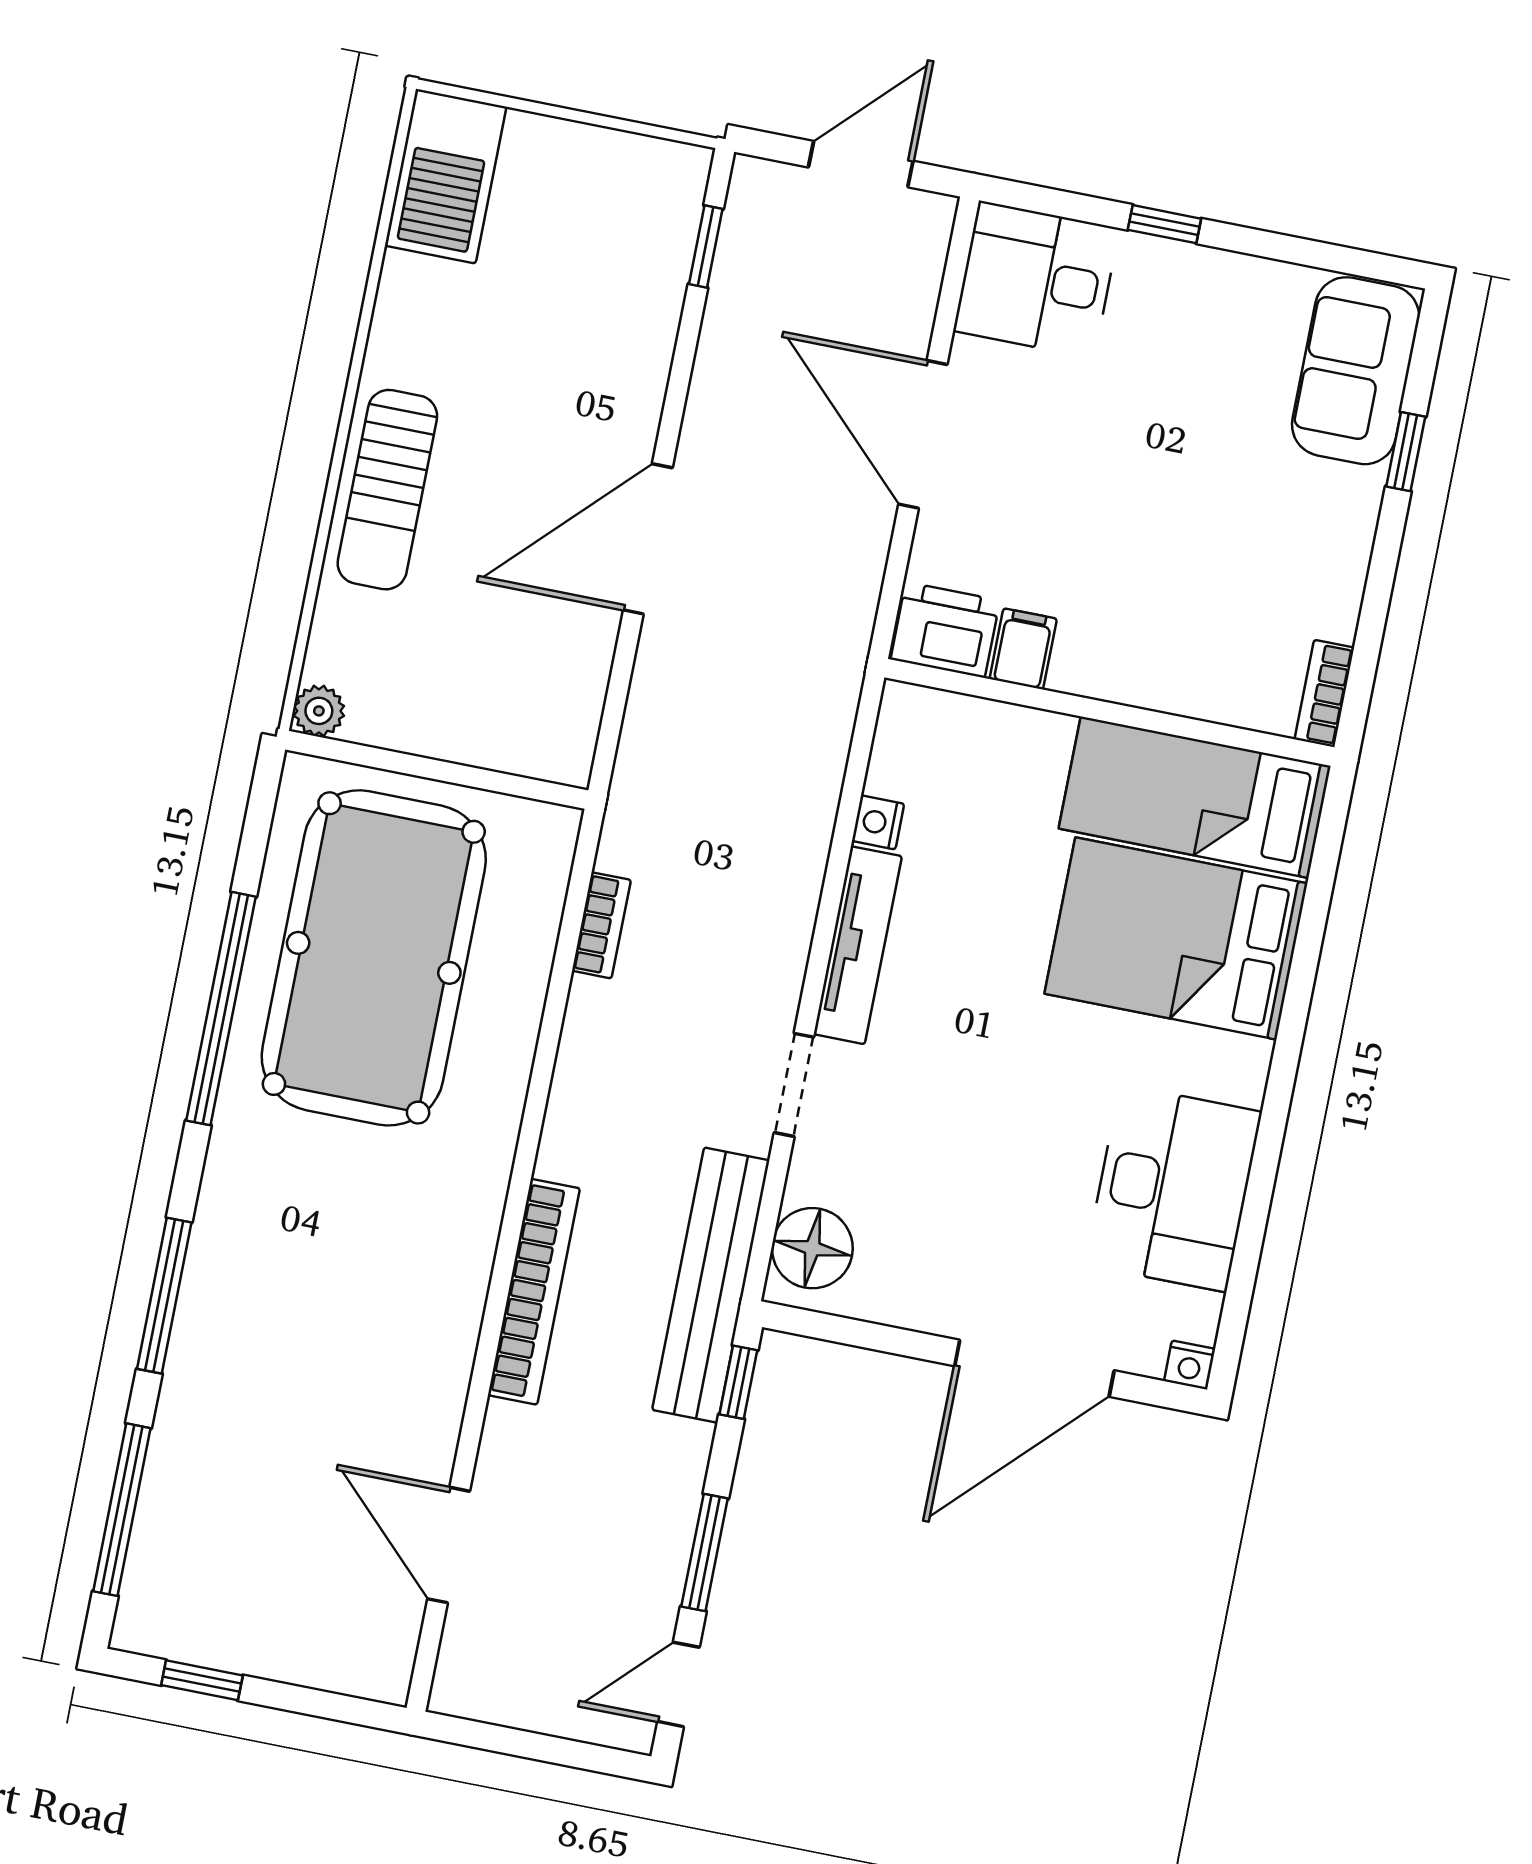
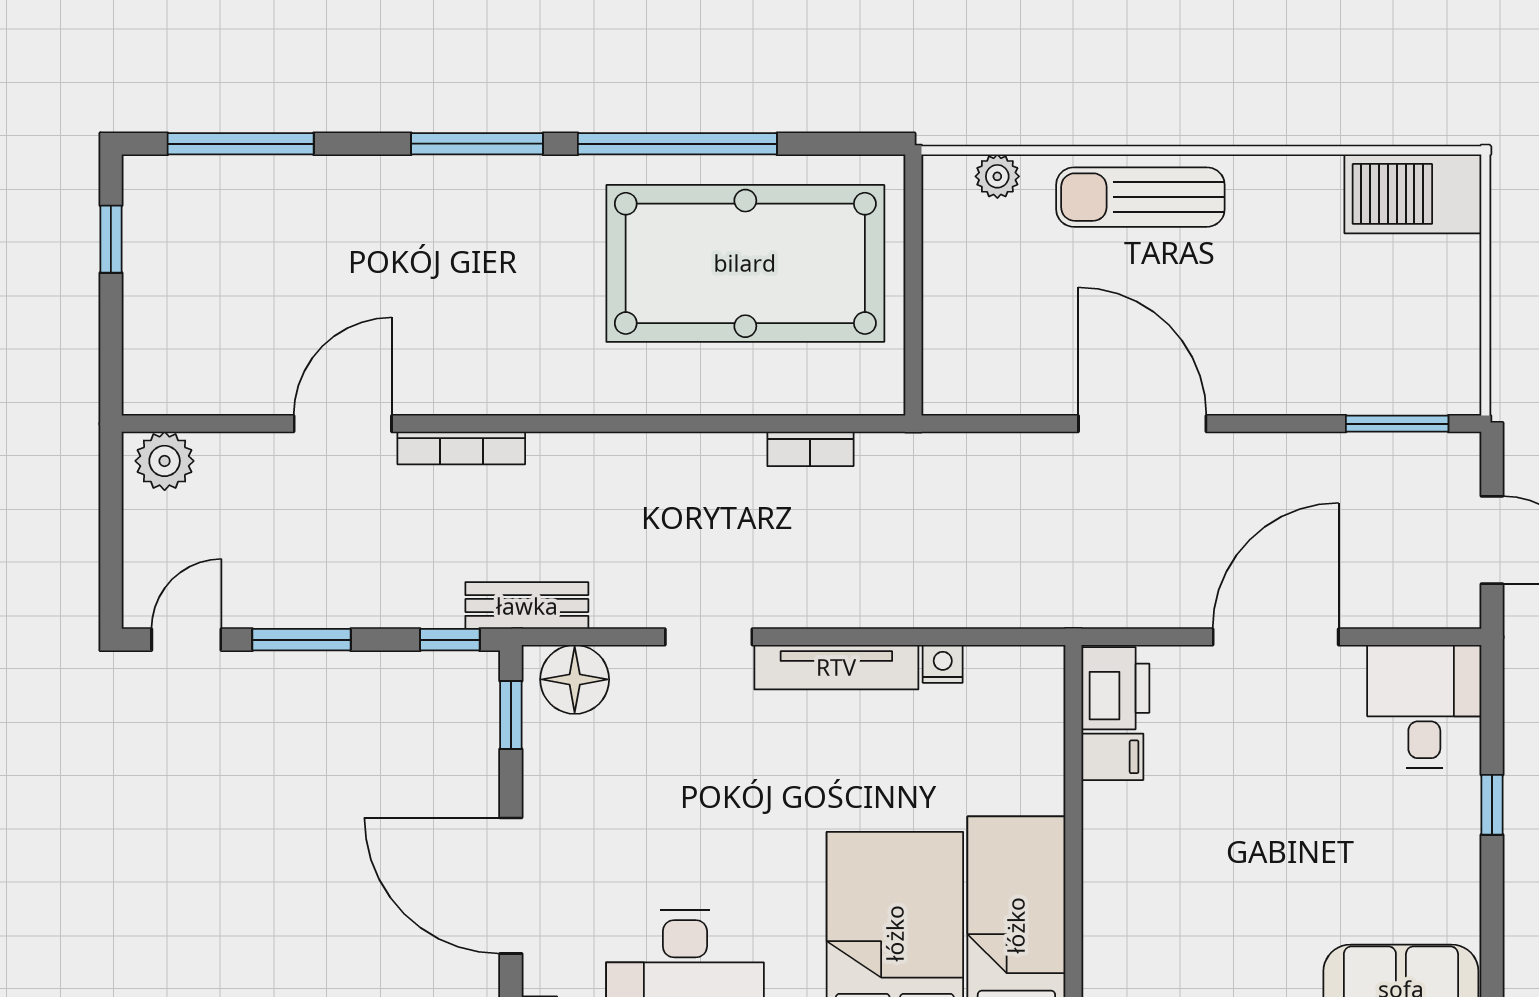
window: (706, 247) -> (1397, 424), width x1.50
plant: (319, 711) -> (997, 176), moved
bench: (711, 1285) -> (527, 606), width x0.54, depth x0.82
bookcase: (534, 1292) -> (461, 448), width x0.68, depth x0.76
window: (164, 1296) -> (477, 144), moved
window: (839, 1329) -> (511, 715), added
door: (449, 1545) -> (343, 424), moved
plant: (469, 1669) -> (165, 461), added
door: (678, 1684) -> (186, 640), hinge flipped

